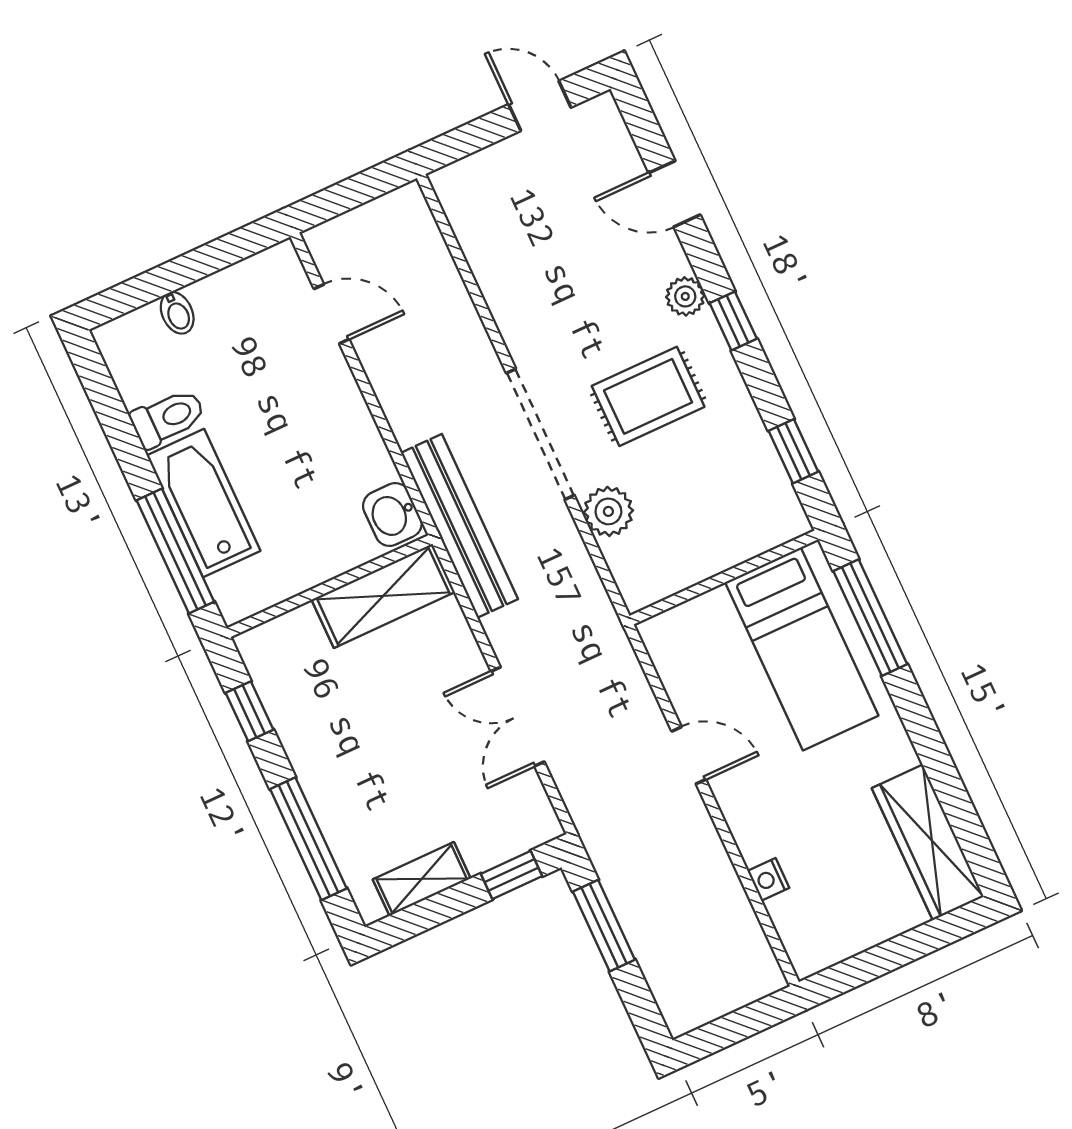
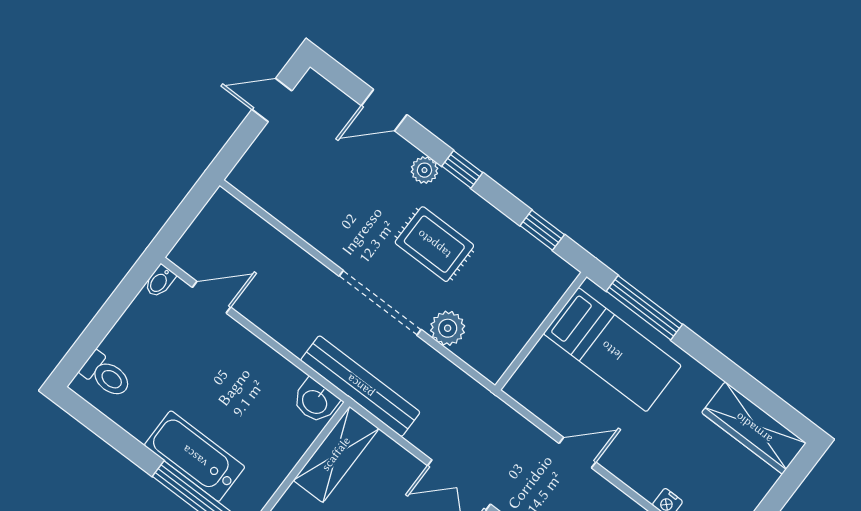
bidet: (177, 313) -> (160, 281), moved, turned 90
rug: (648, 396) -> (434, 244), turned 90
toilet: (168, 418) -> (106, 375), moved, turned 90

